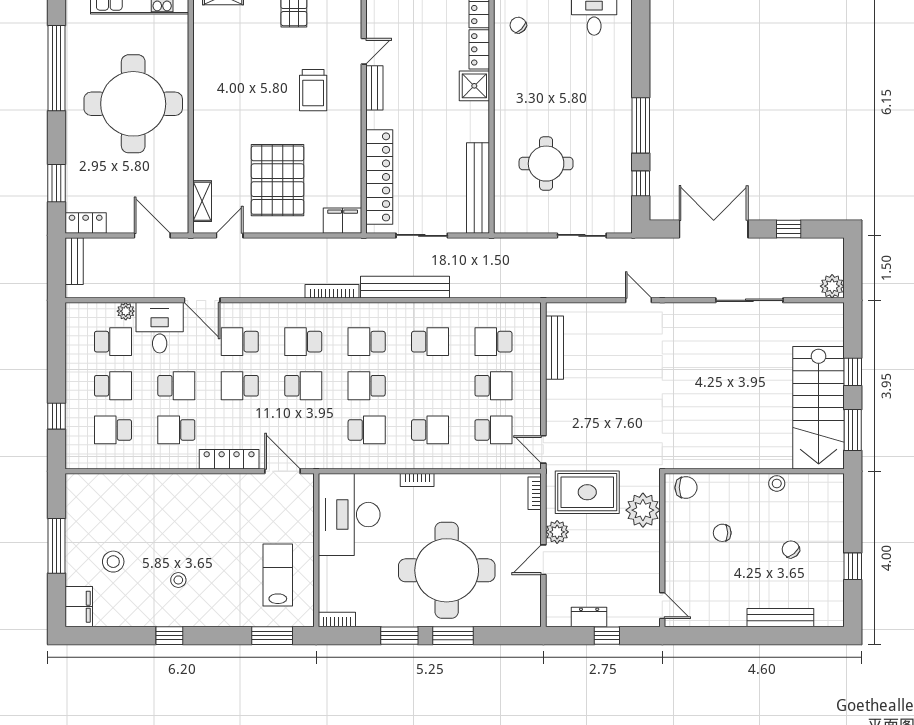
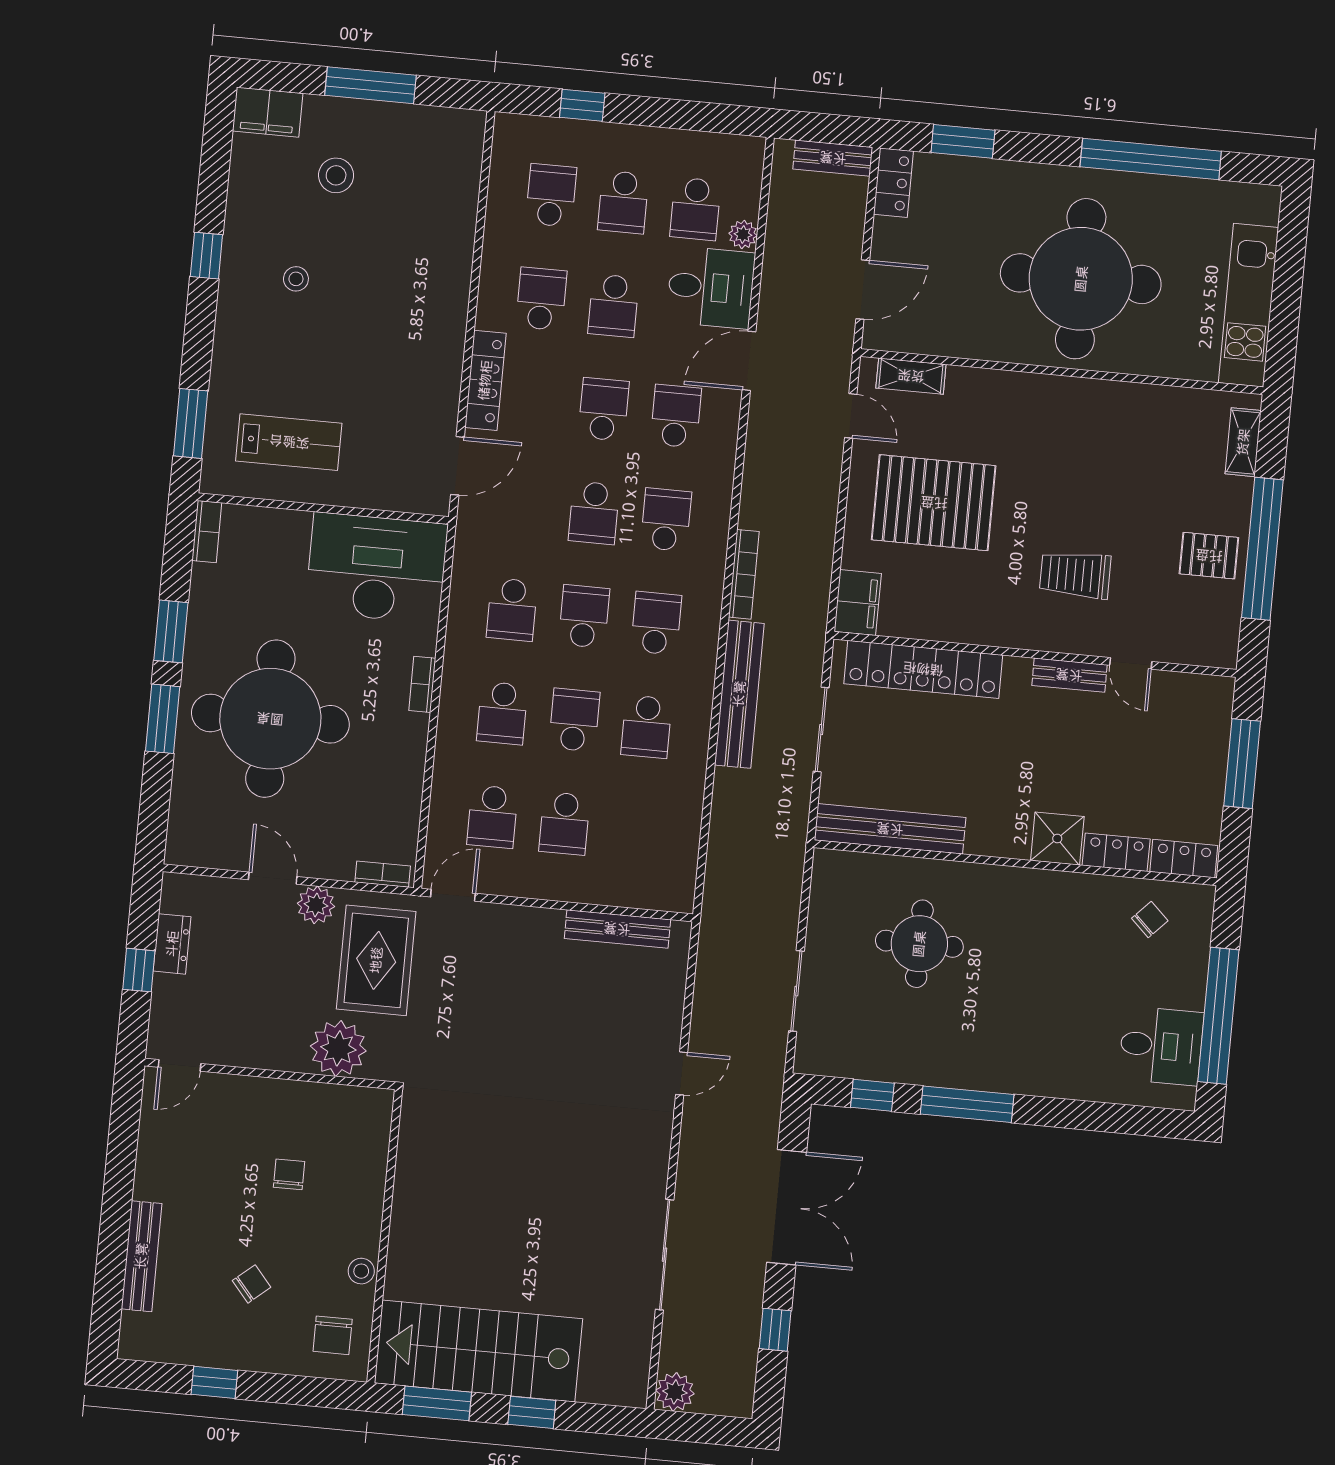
school desk: (493, 342) -> (574, 720), moved
chair: (686, 488) -> (333, 1335), moved

